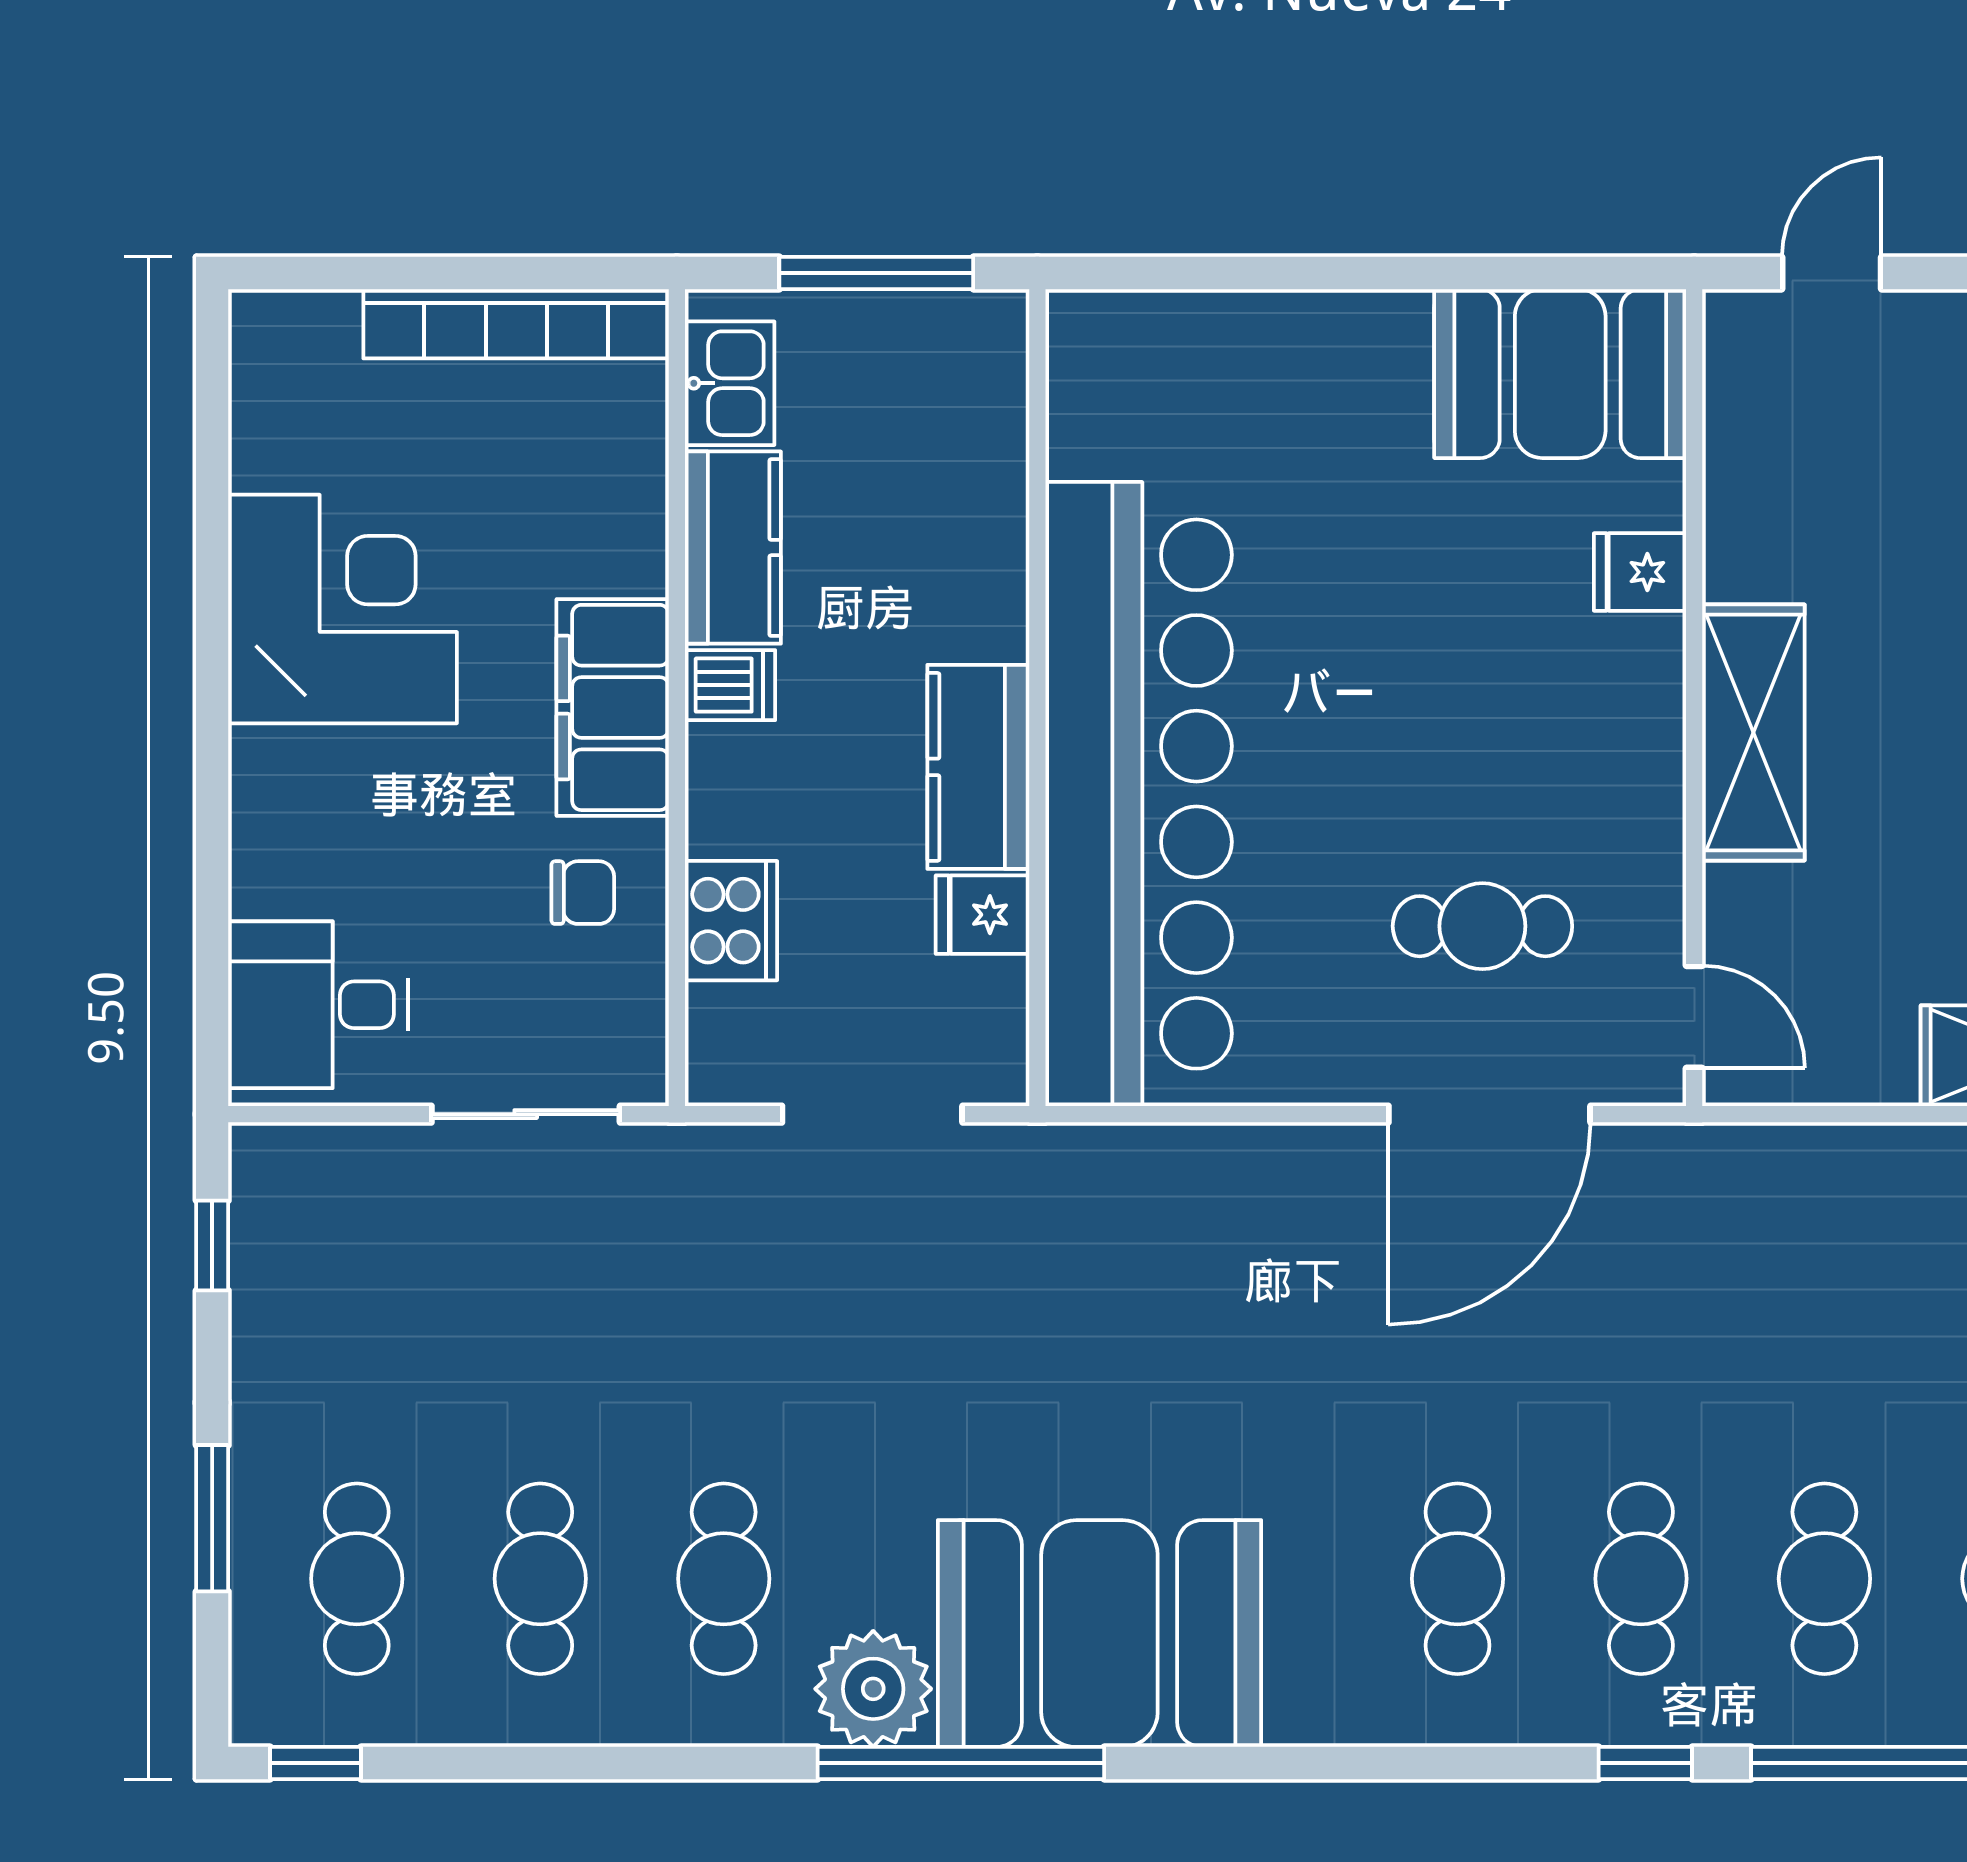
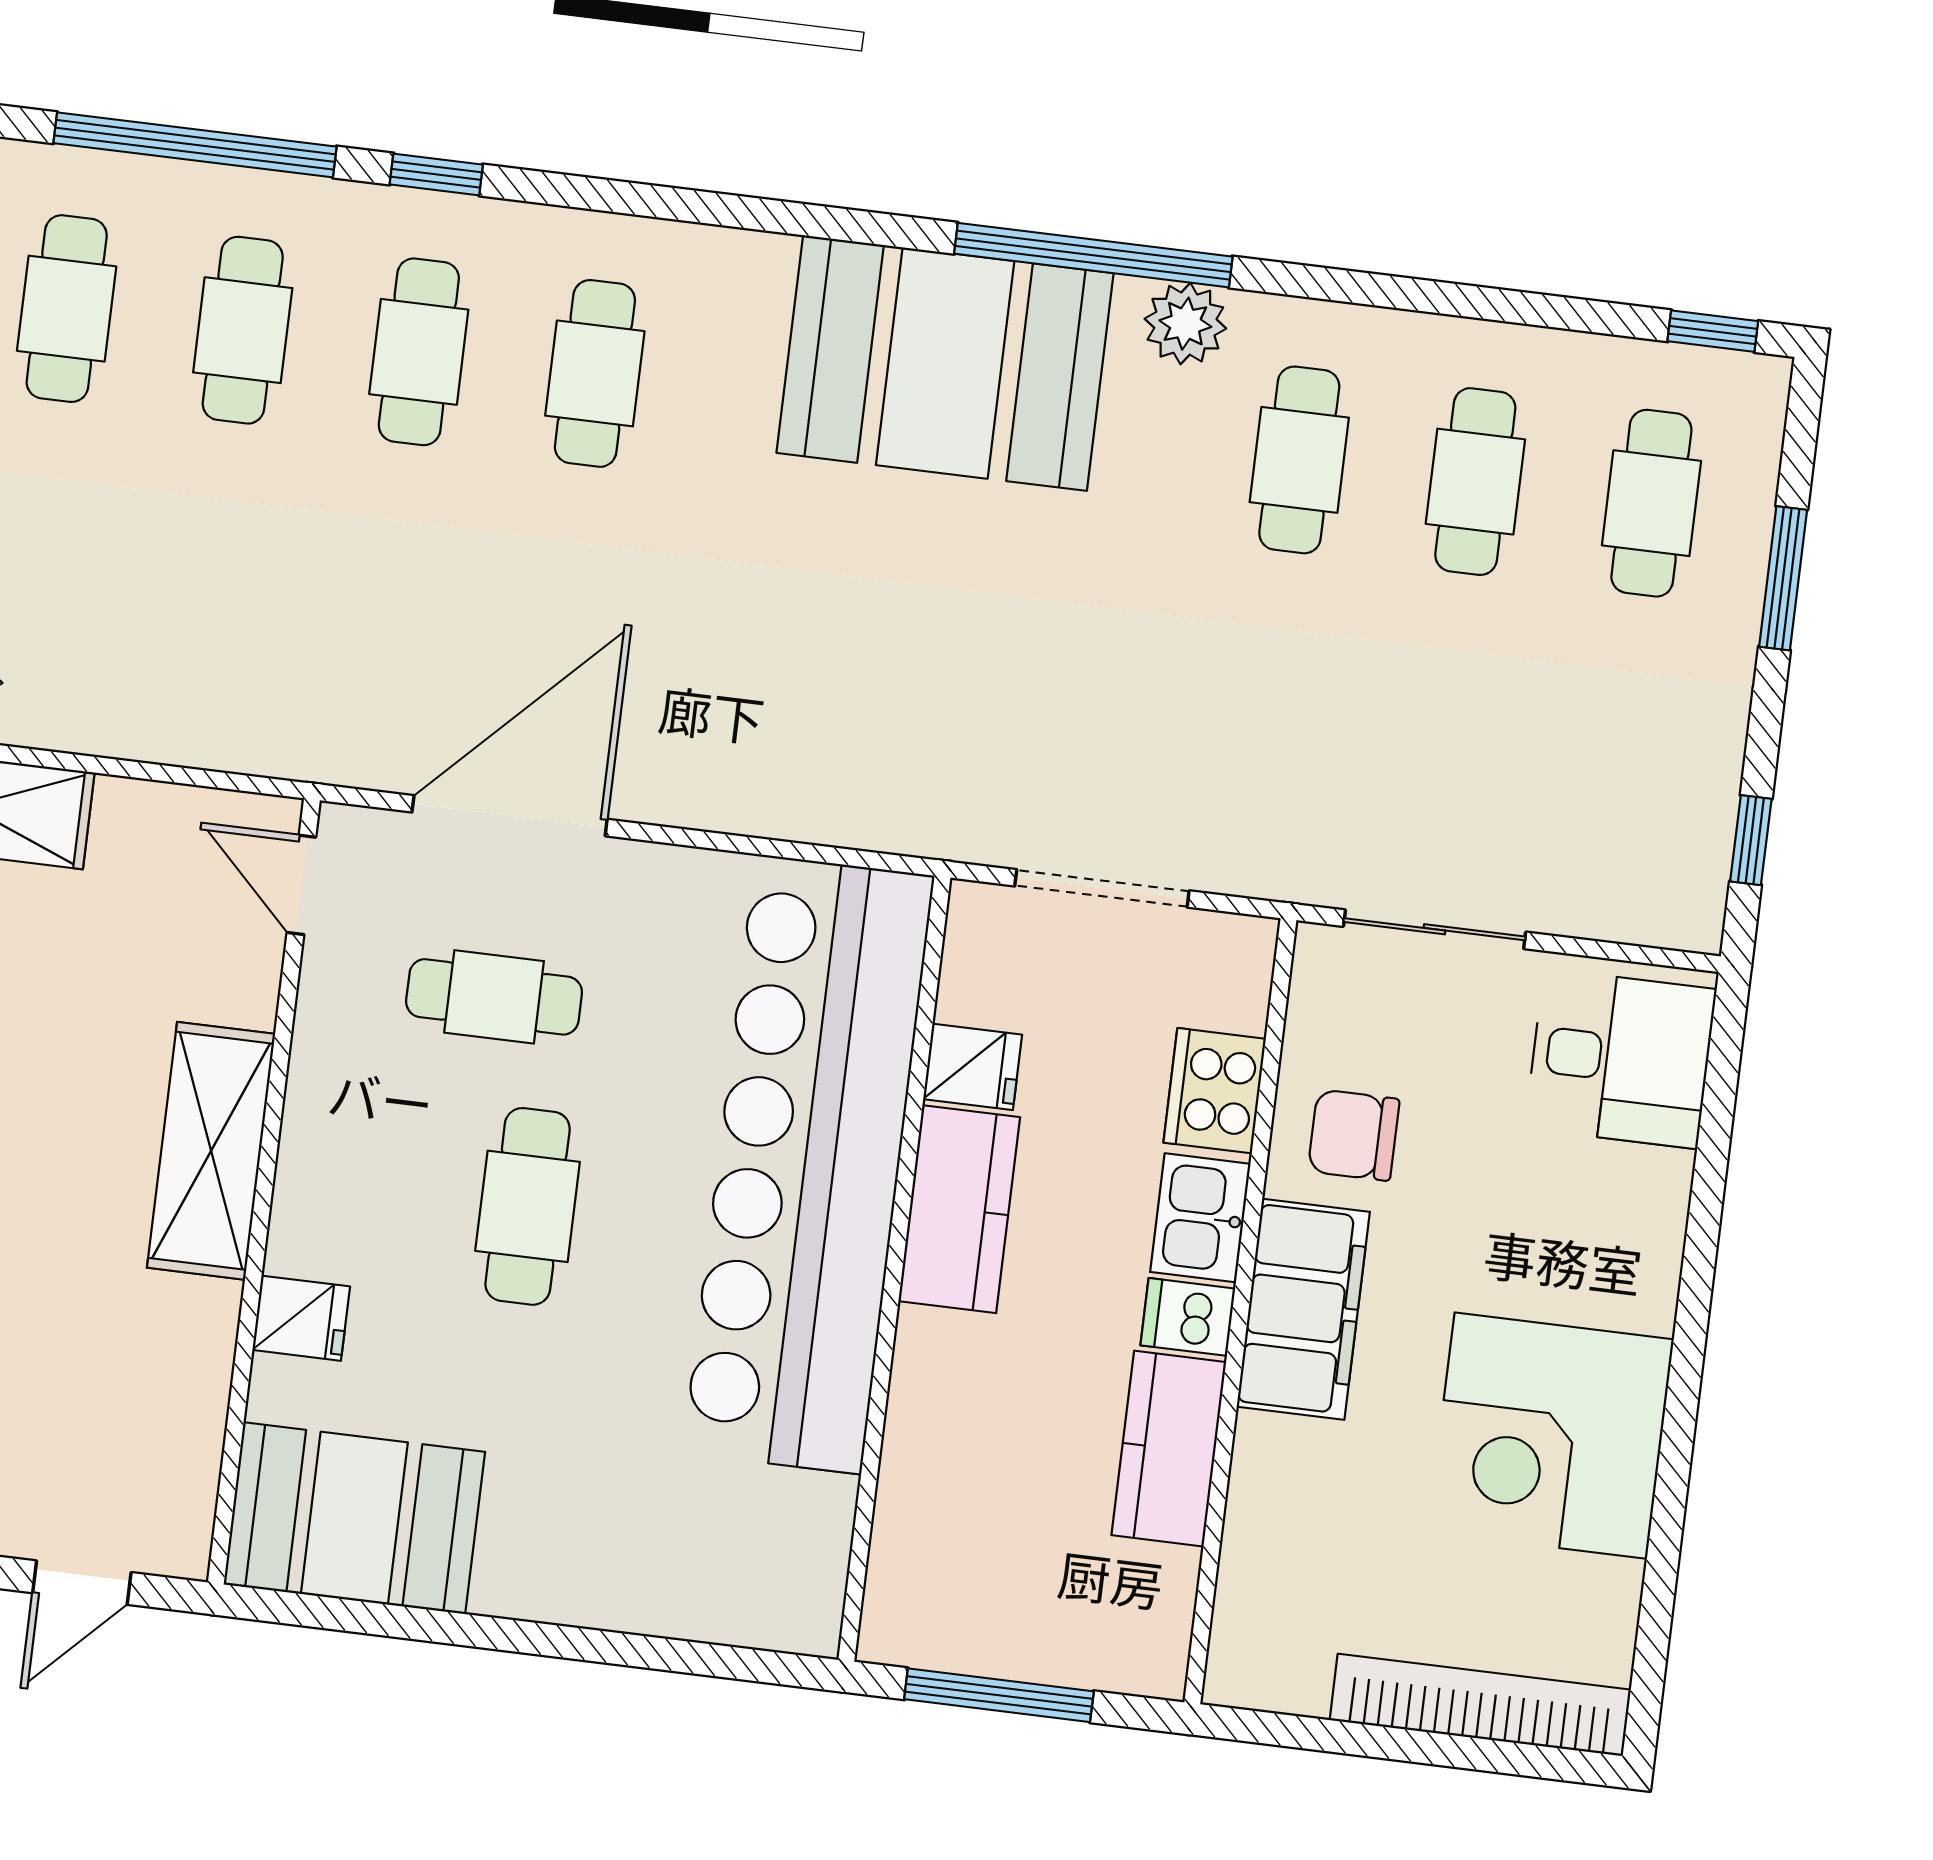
bookcase: (516, 324) -> (1480, 1705), moved
kitchen sink: (730, 383) -> (1200, 1218), moved
cafe table: (1422, 715) -> (528, 1206), added
chair: (583, 893) -> (1354, 1135), width x1.37, depth x1.37
plant: (873, 1689) -> (1185, 324), width x0.73, depth x0.73

